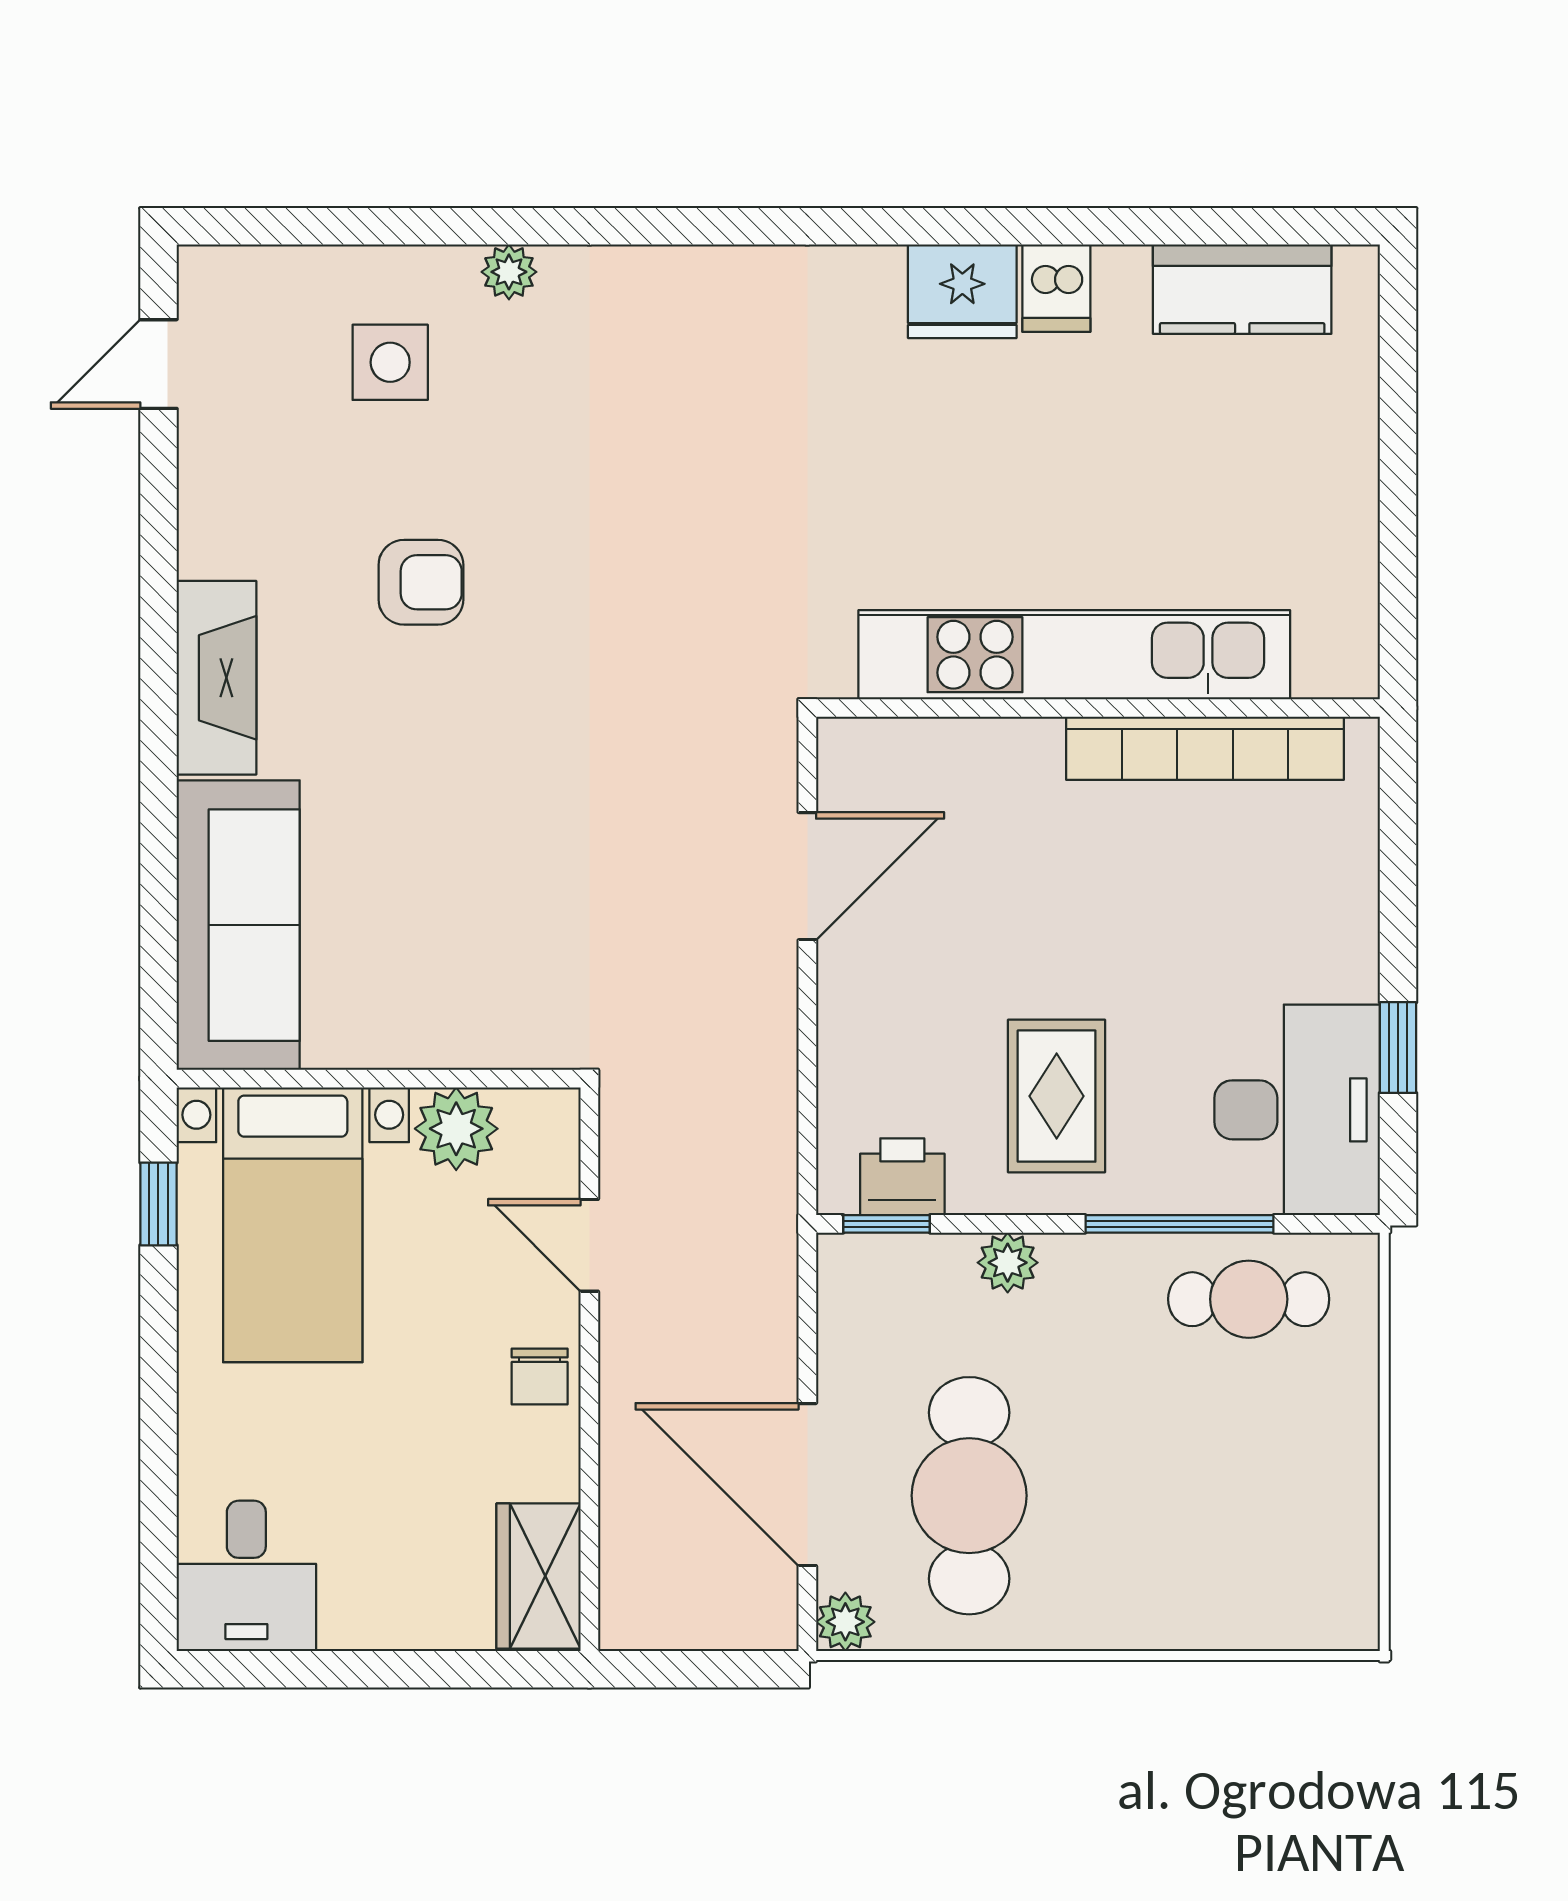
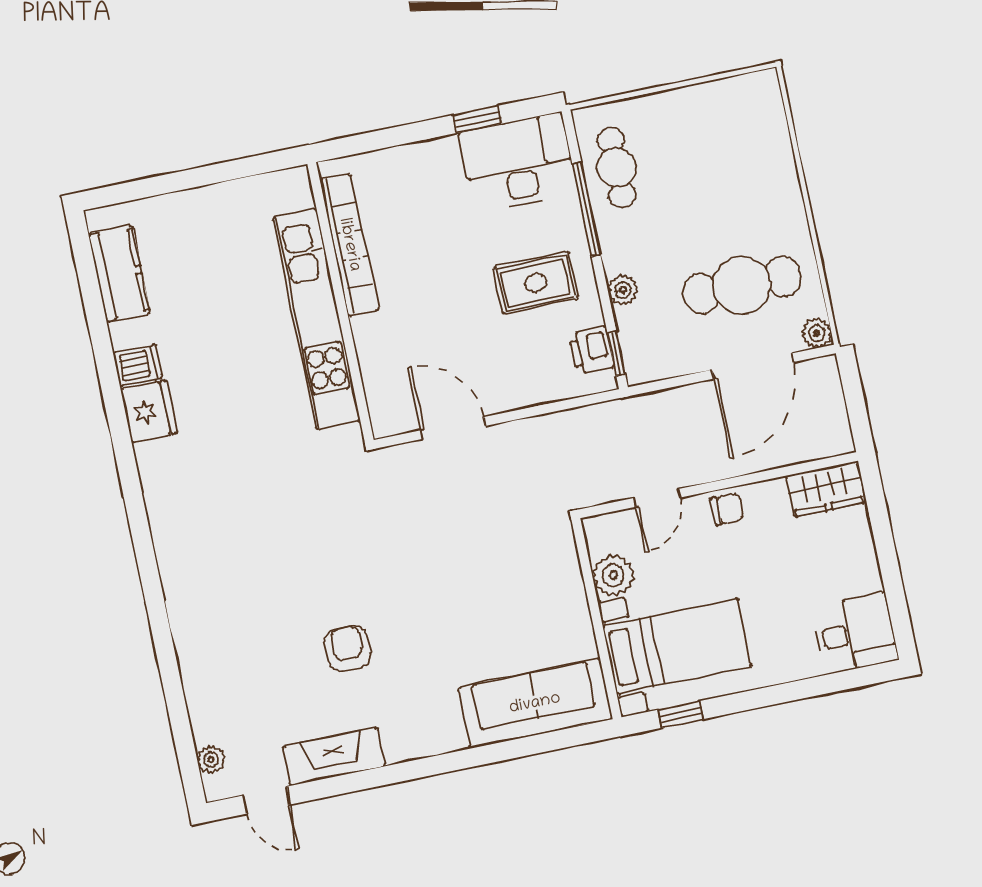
plant: (509, 272) -> (211, 760), moved
side table: (390, 362) -> (242, 686), removed
fireplace: (216, 678) -> (334, 756), moved

